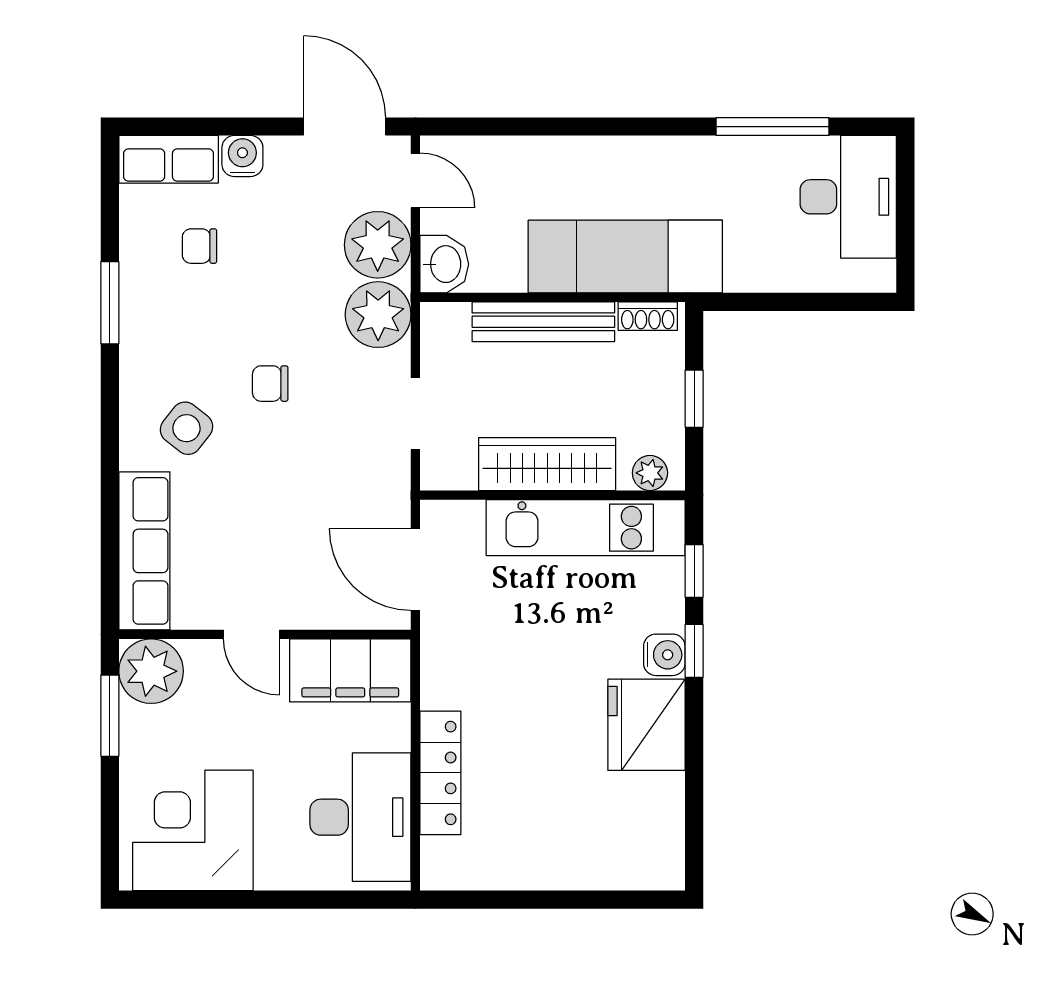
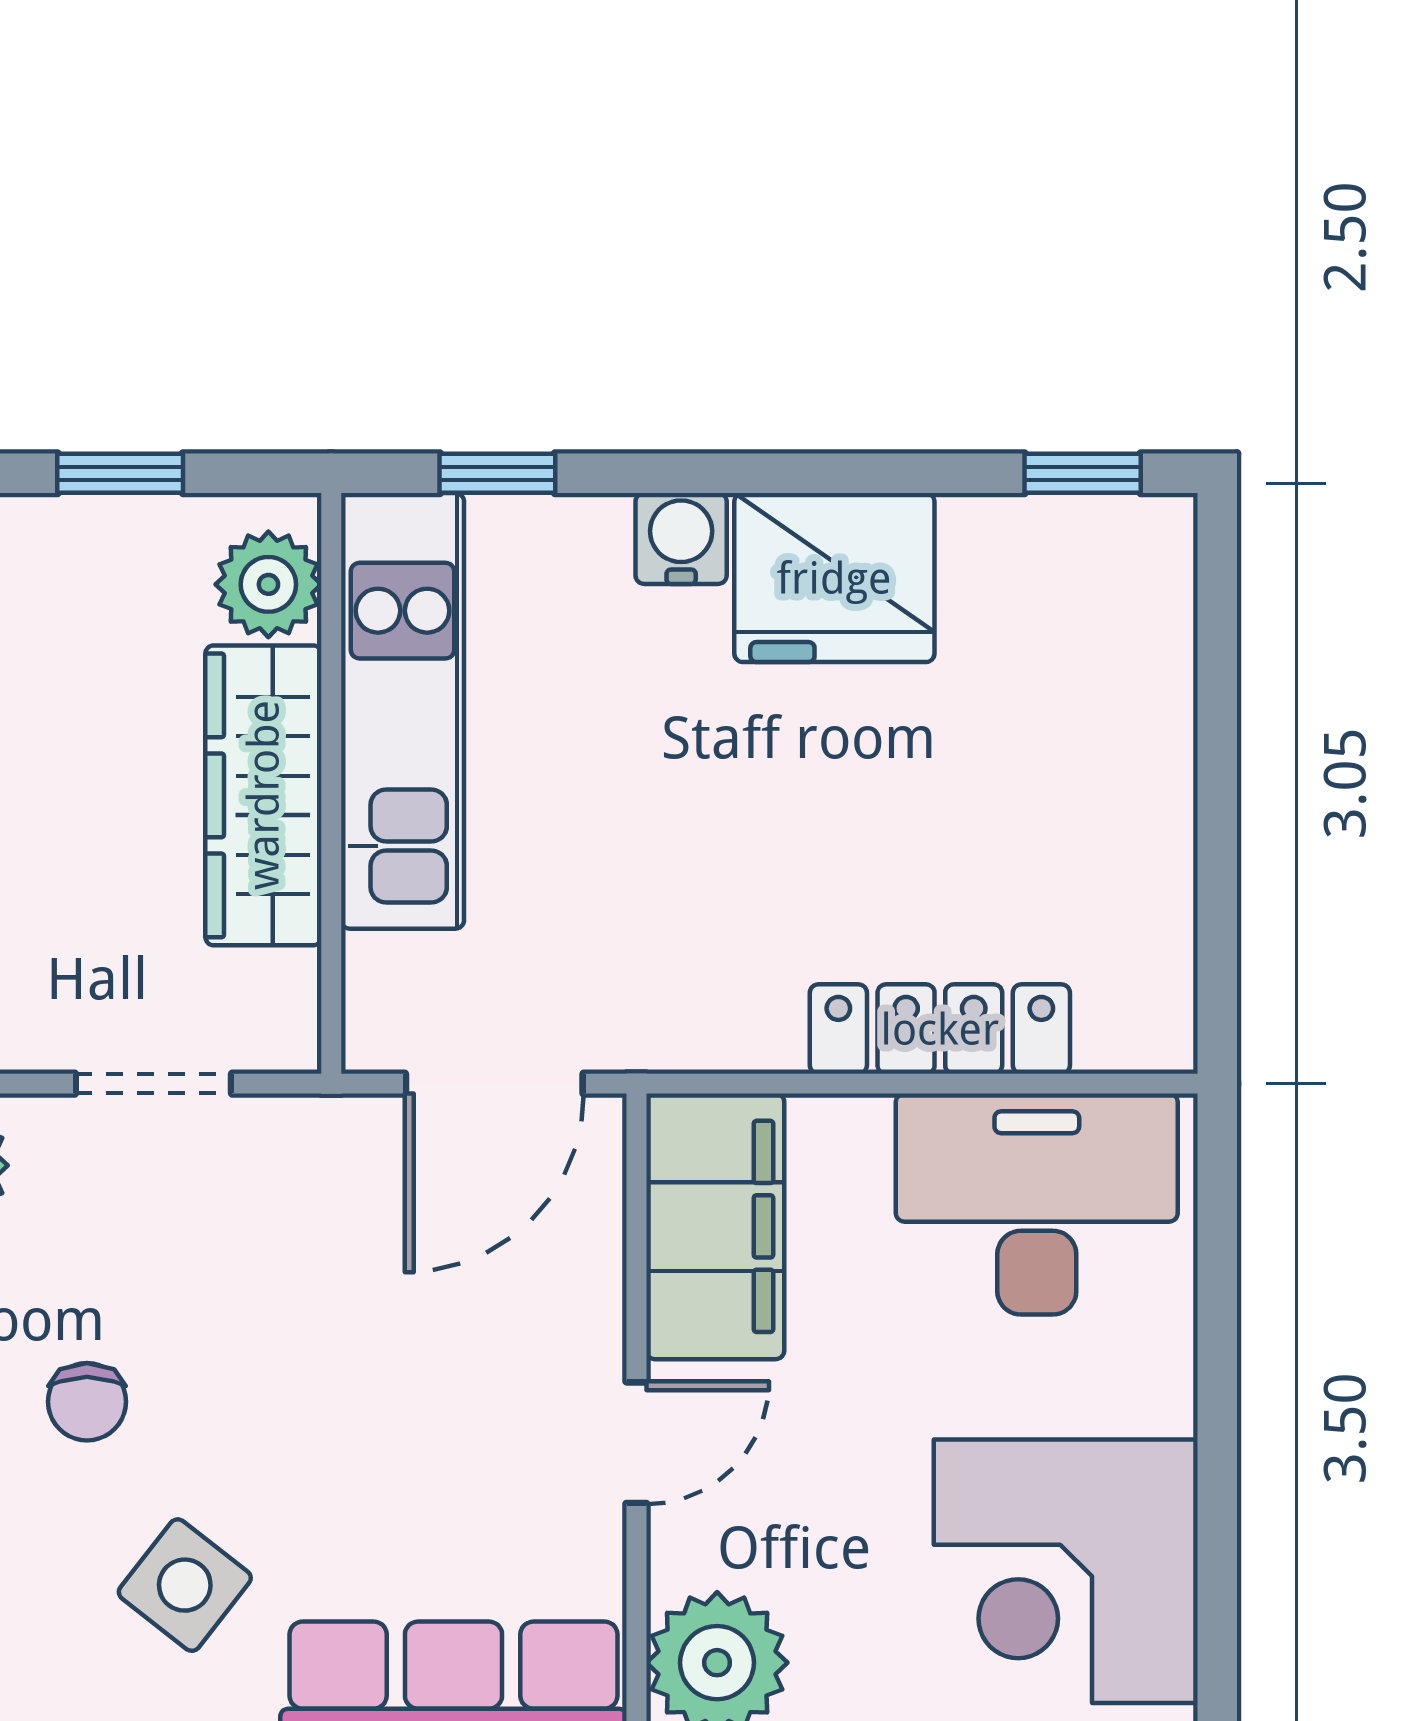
plant: (650, 473) -> (268, 584), width x1.38, depth x1.38
window: (694, 651) -> (1083, 473), moved

